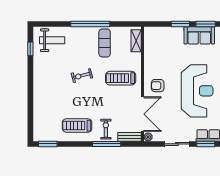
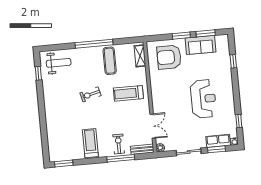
armchair: (158, 86) -> (169, 57), moved, width x1.88, depth x1.88
reception desk: (197, 91) -> (203, 99), width x0.74, depth x0.77
double door: (143, 114) -> (153, 126), width x0.73
treadmill: (77, 126) -> (90, 143), turned 90

